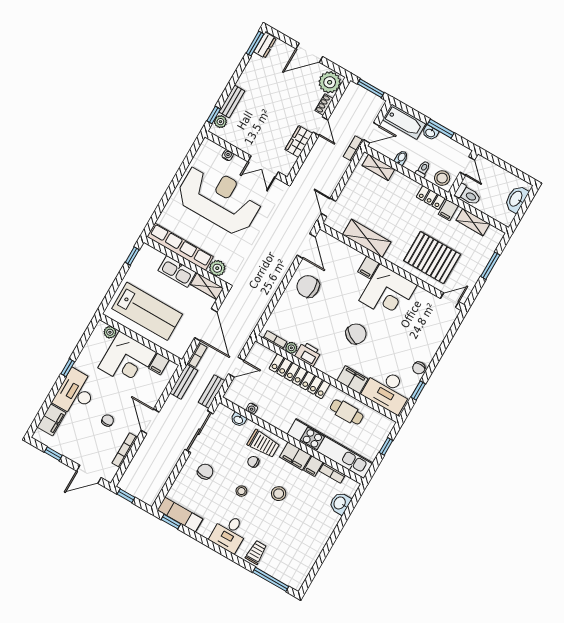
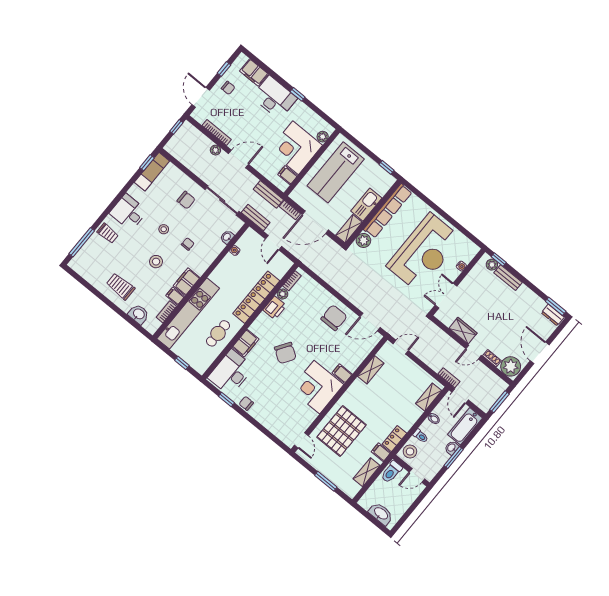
shelving: (367, 238) -> (371, 370), width x0.67, depth x0.75
chair: (108, 420) -> (228, 88), moved
trolley: (263, 444) -> (120, 286), moved, turned 90
plant: (144, 448) -> (215, 150), added

